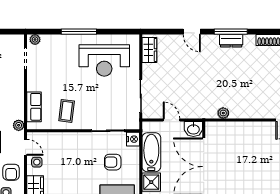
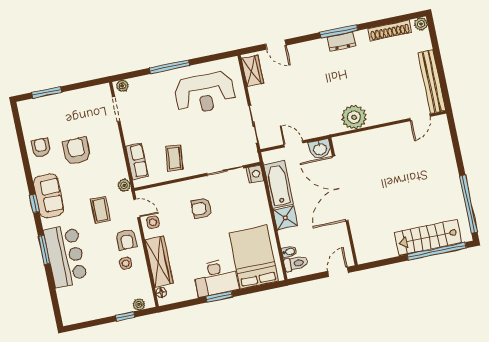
door: (192, 32) -> (276, 45), moved
plant: (223, 113) -> (354, 117), width x1.88, depth x1.88
armchair: (113, 162) -> (201, 208), moved

